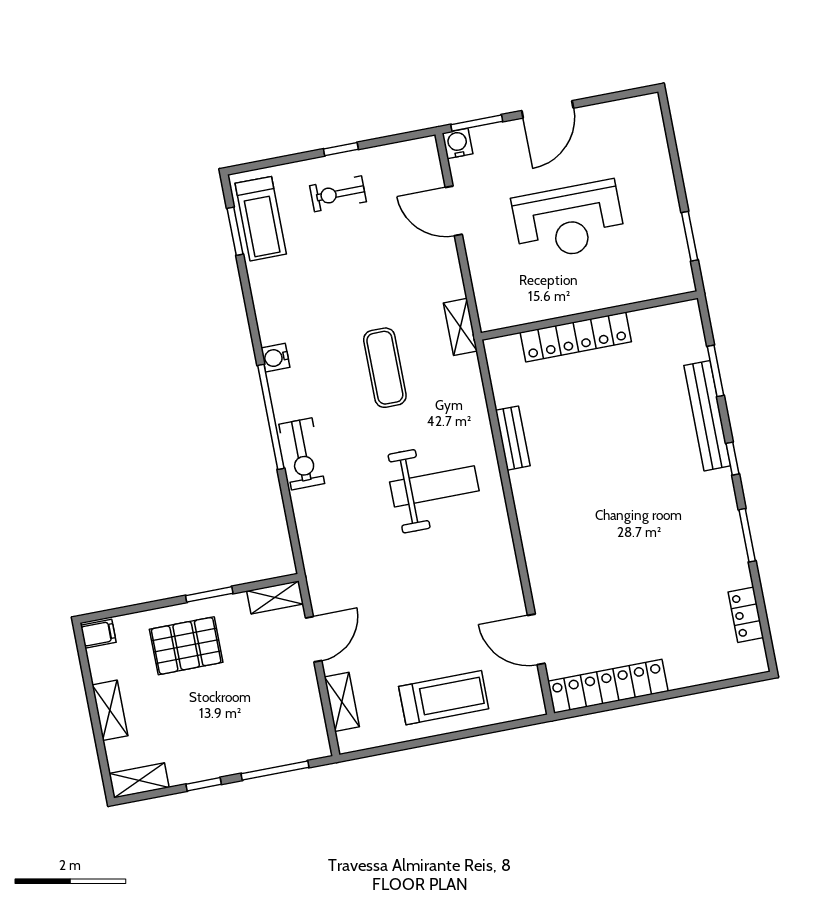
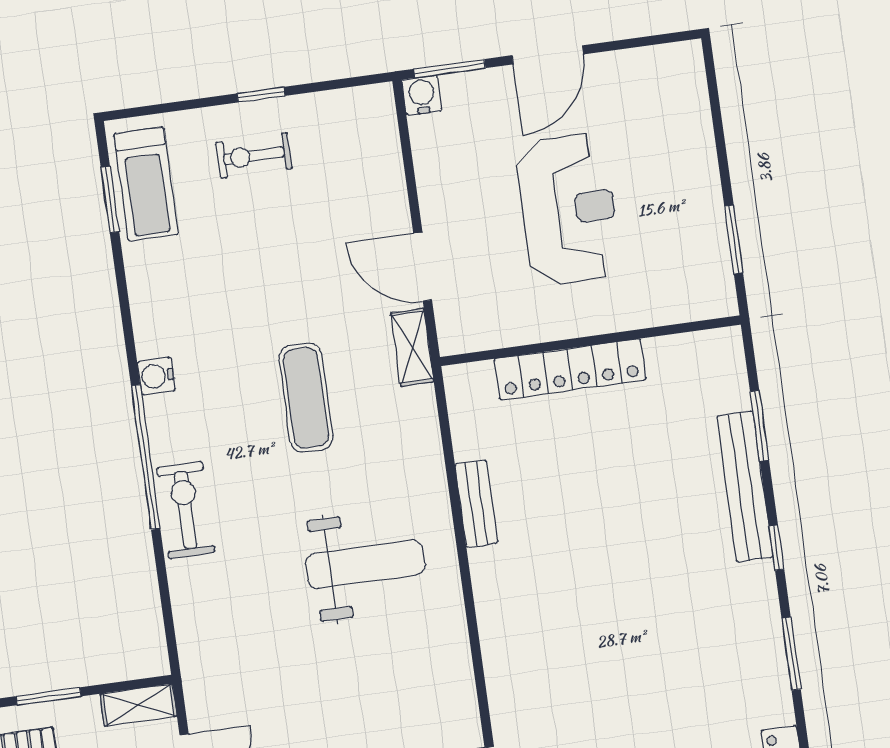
door: (454, 211) -> (423, 267), moved
reception desk: (569, 221) -> (569, 209), turned -90
exercise bike: (302, 454) -> (186, 510), turned 180

